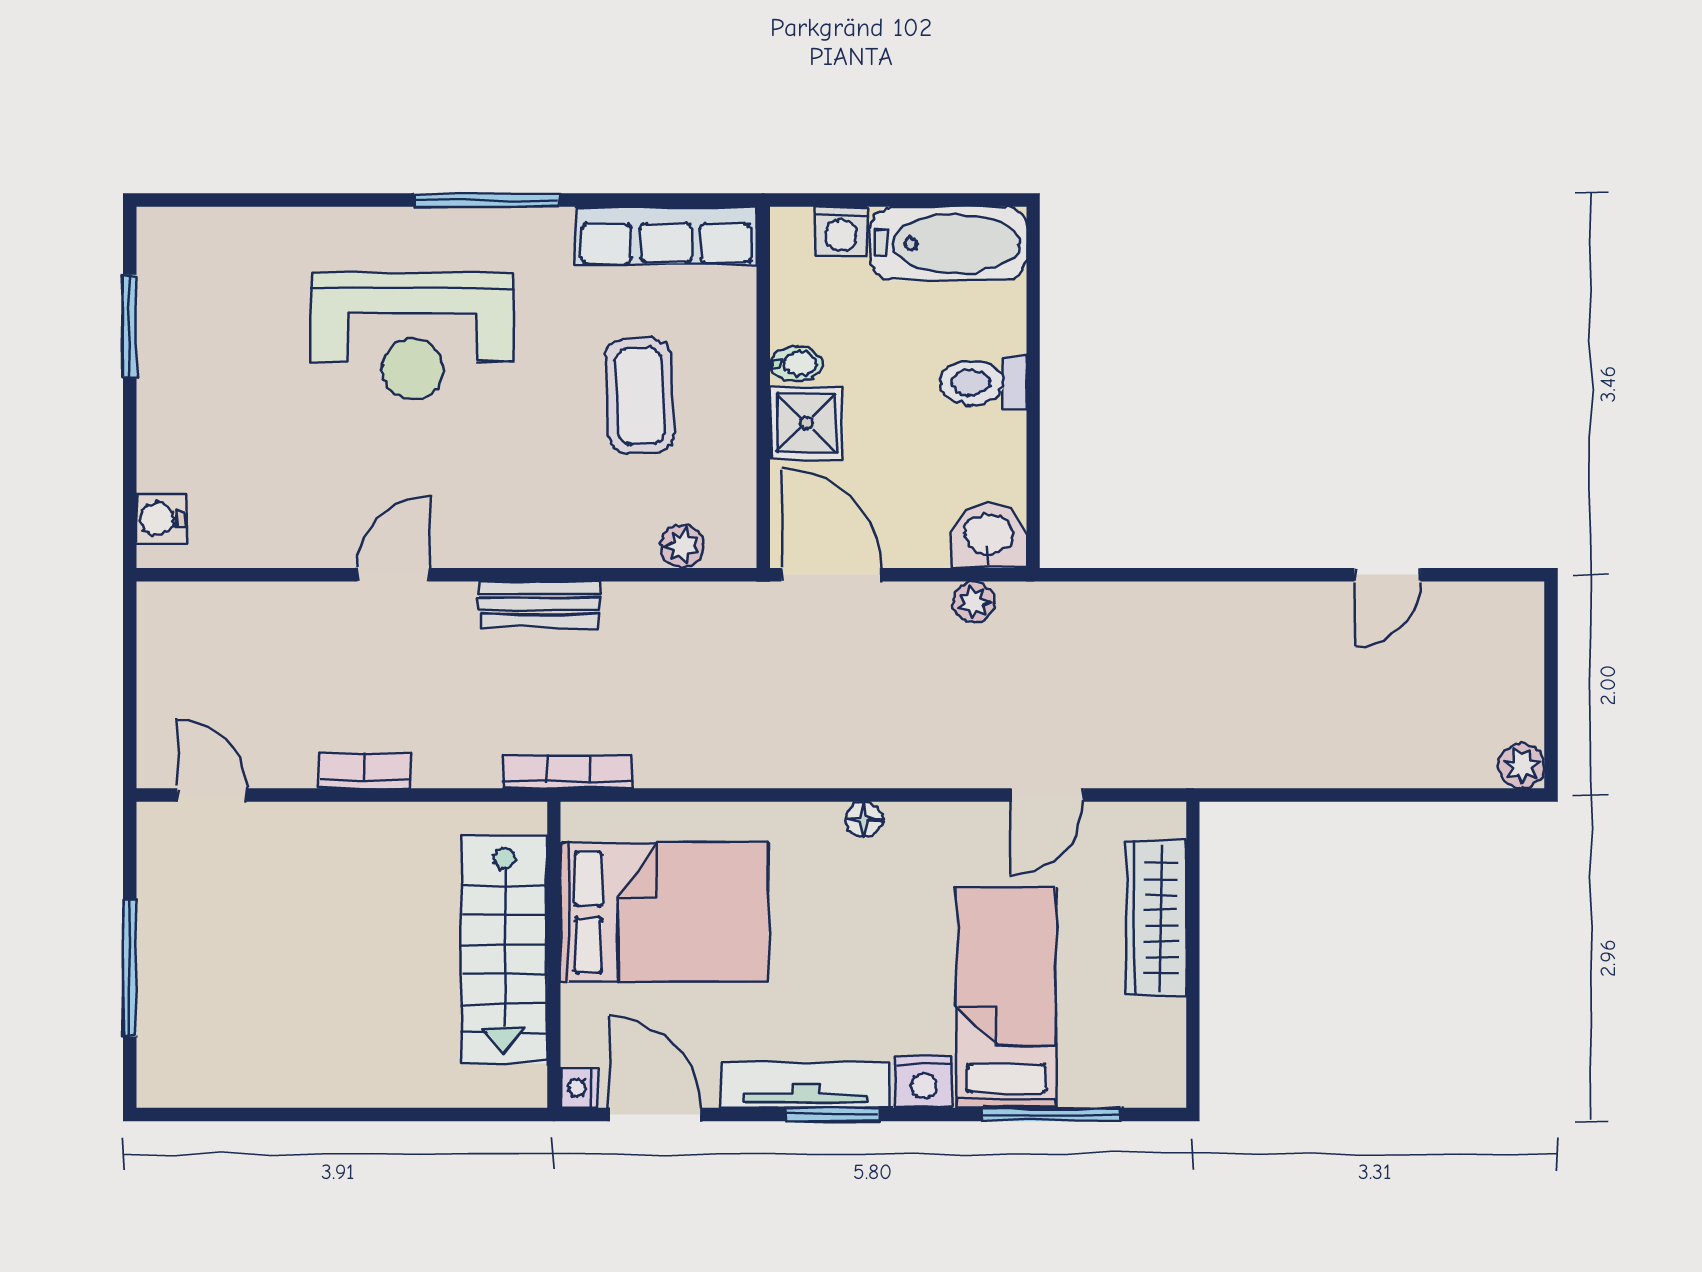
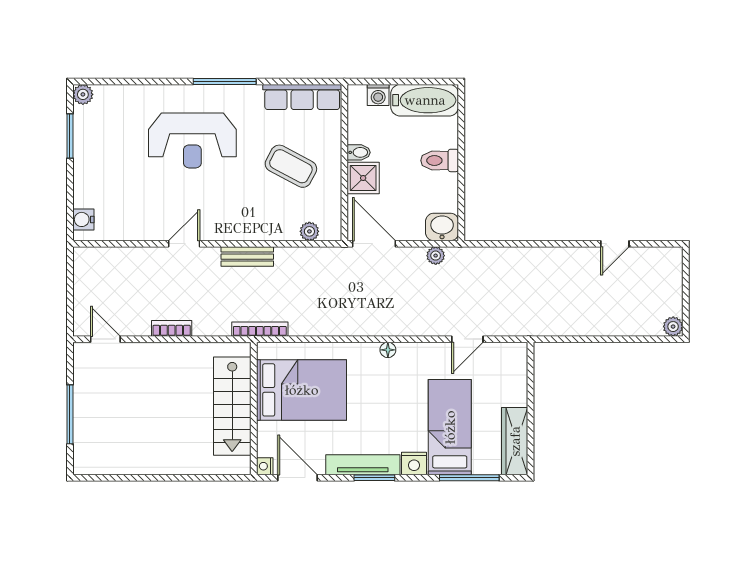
plant: (160, 230) -> (83, 94), added
coffee table: (640, 396) -> (291, 166), turned -59
wardrobe: (1156, 918) -> (515, 441), moved

